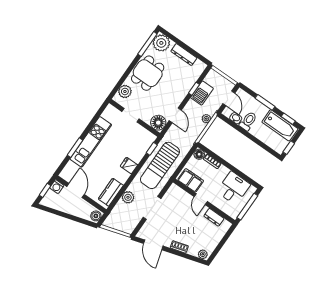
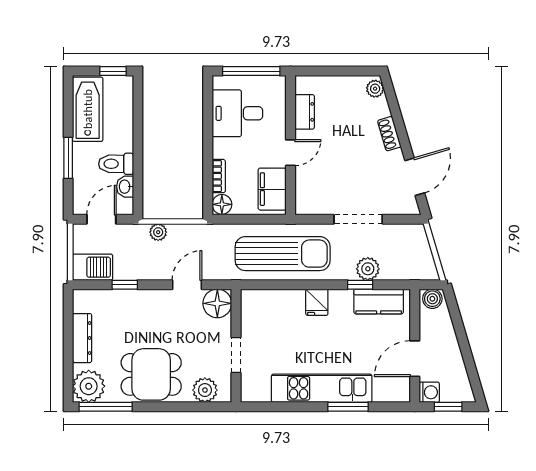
barbecue: (202, 93) -> (93, 267), moved
window: (288, 119) -> (68, 103), removed
window: (152, 149) -> (360, 285), moved

